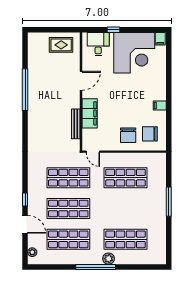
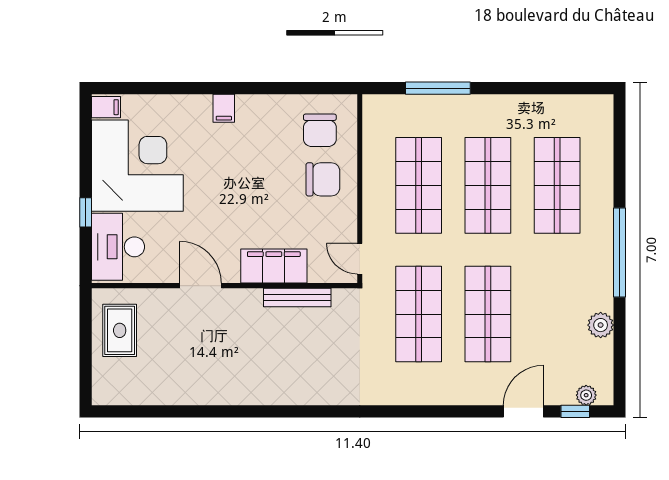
desk: (98, 44) -> (118, 247), width x1.37
window: (25, 90) -> (220, 411), removed
filing cabinet: (160, 106) -> (224, 108), moved
door: (93, 152) -> (360, 259), swing flipped
window: (25, 199) -> (575, 411), moved
window: (169, 202) -> (438, 88), moved
shop shelf: (68, 239) -> (488, 185), moved
plant: (109, 259) -> (601, 325), moved

